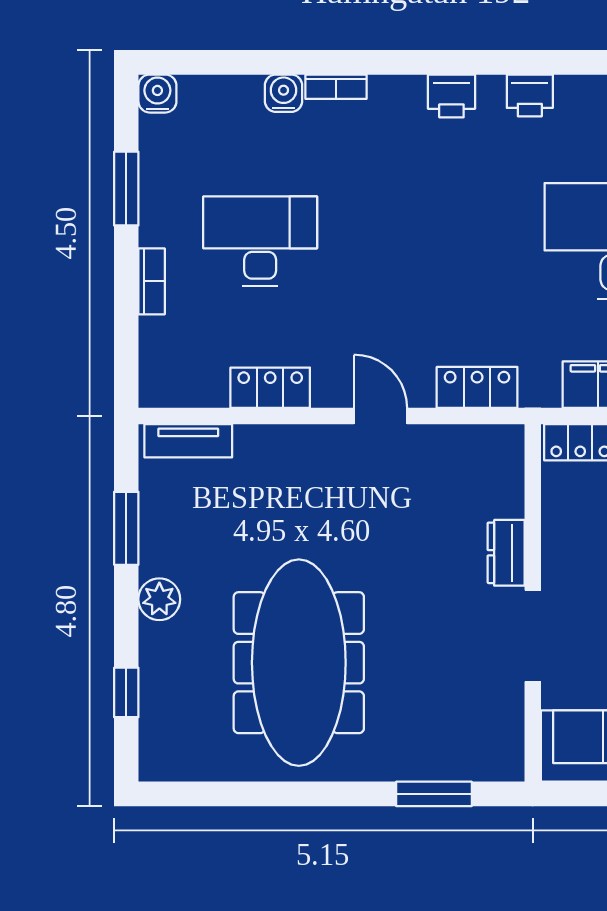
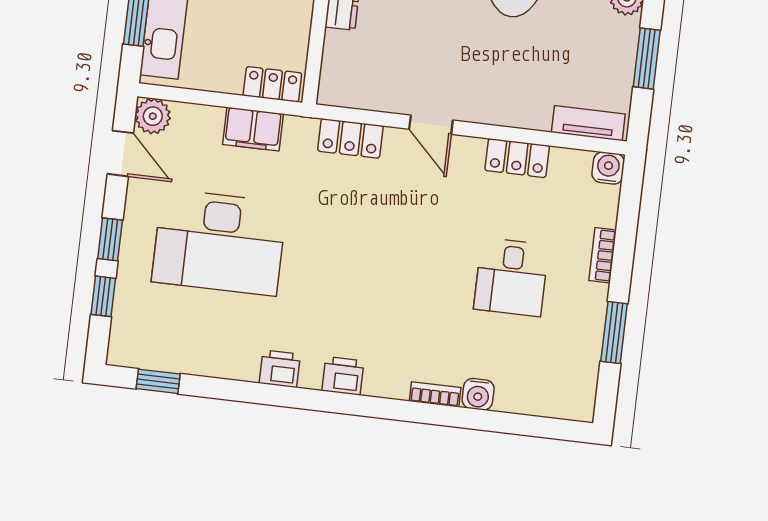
water cooler: (157, 94) -> (608, 168), moved, turned 180
desk: (260, 241) -> (511, 277), width x0.73

